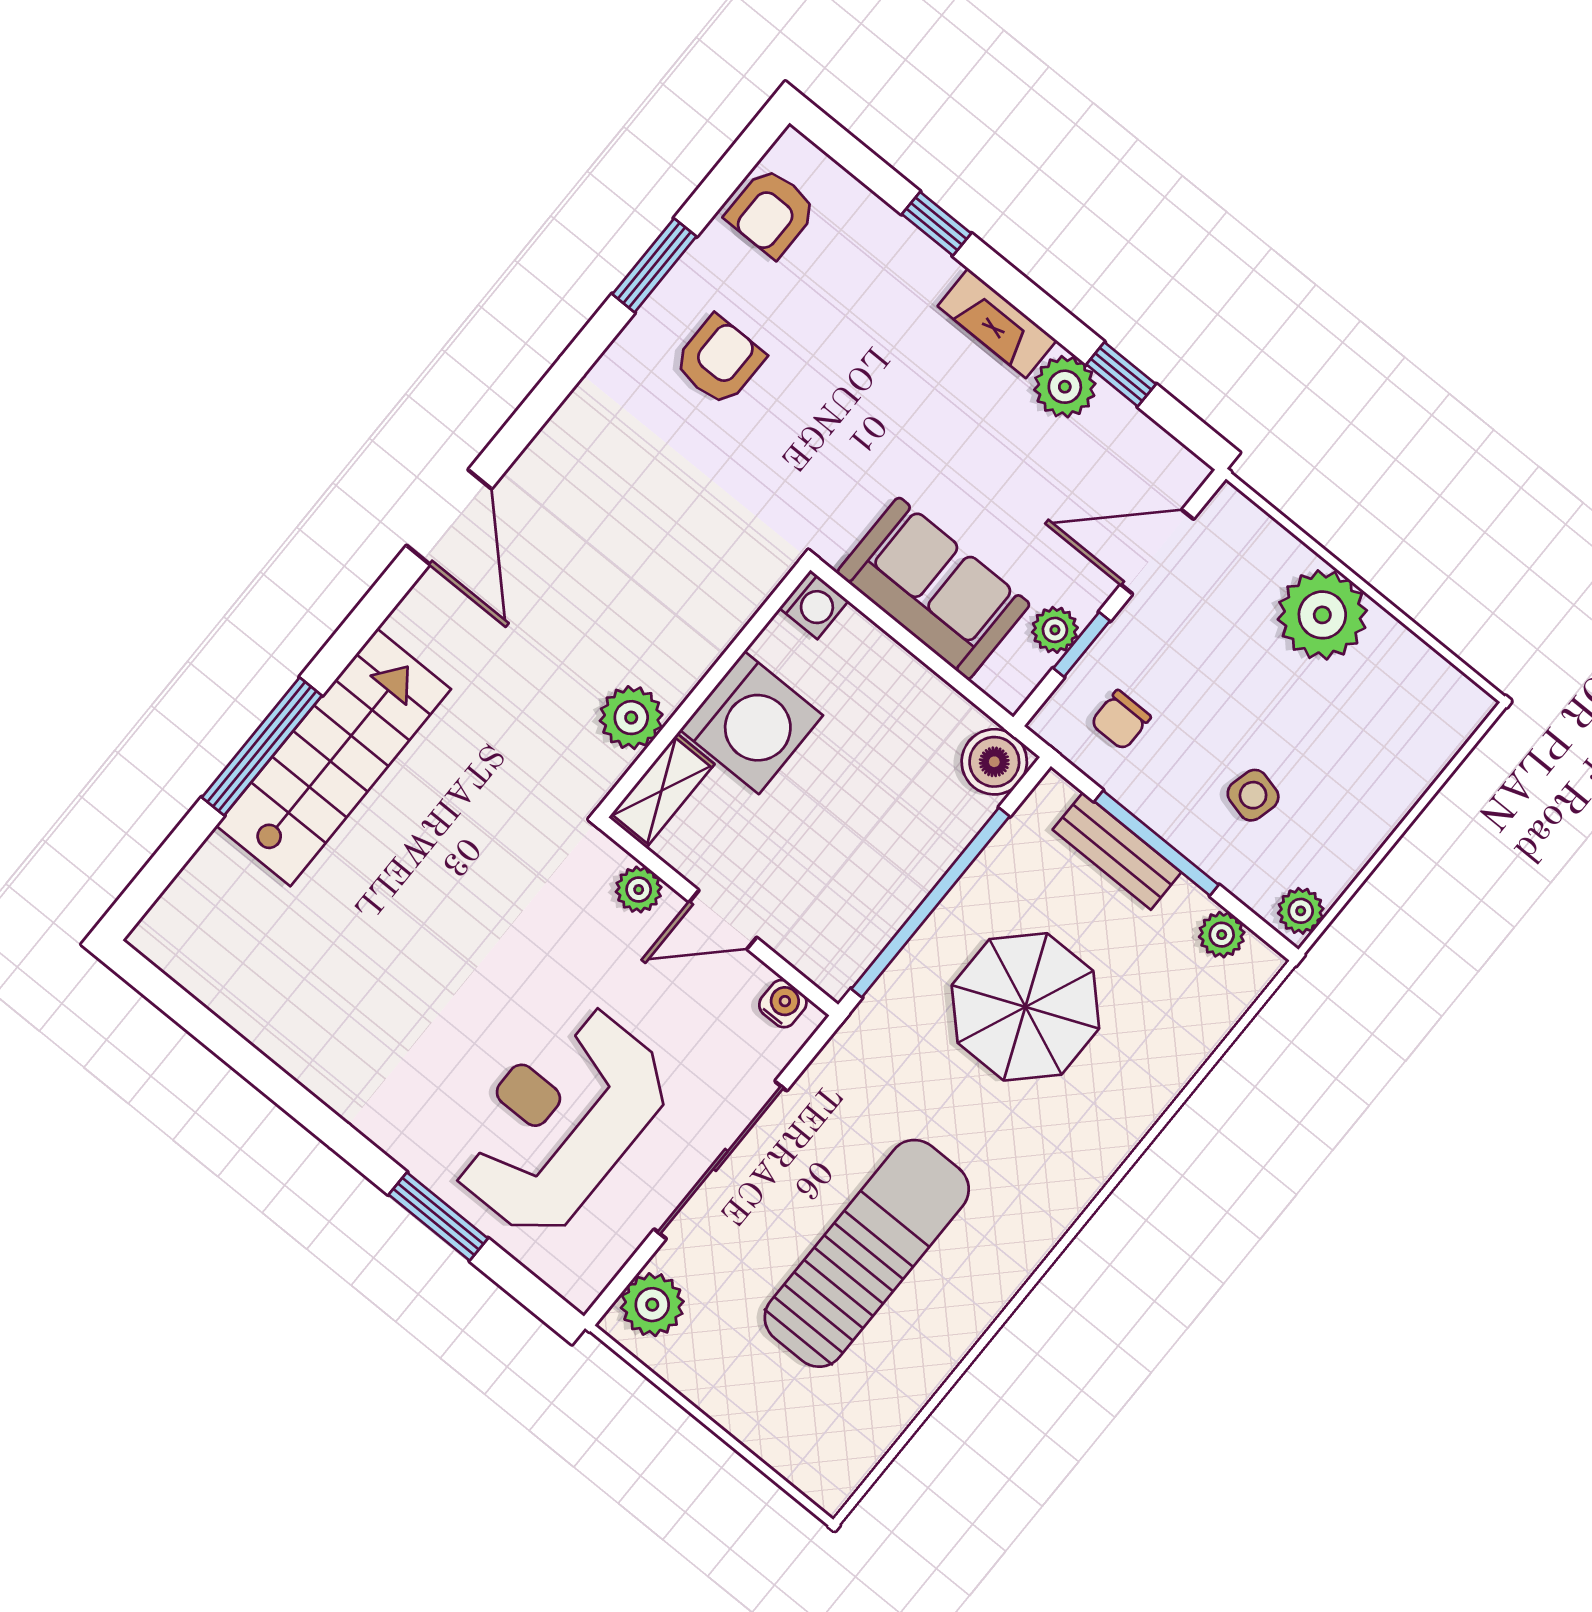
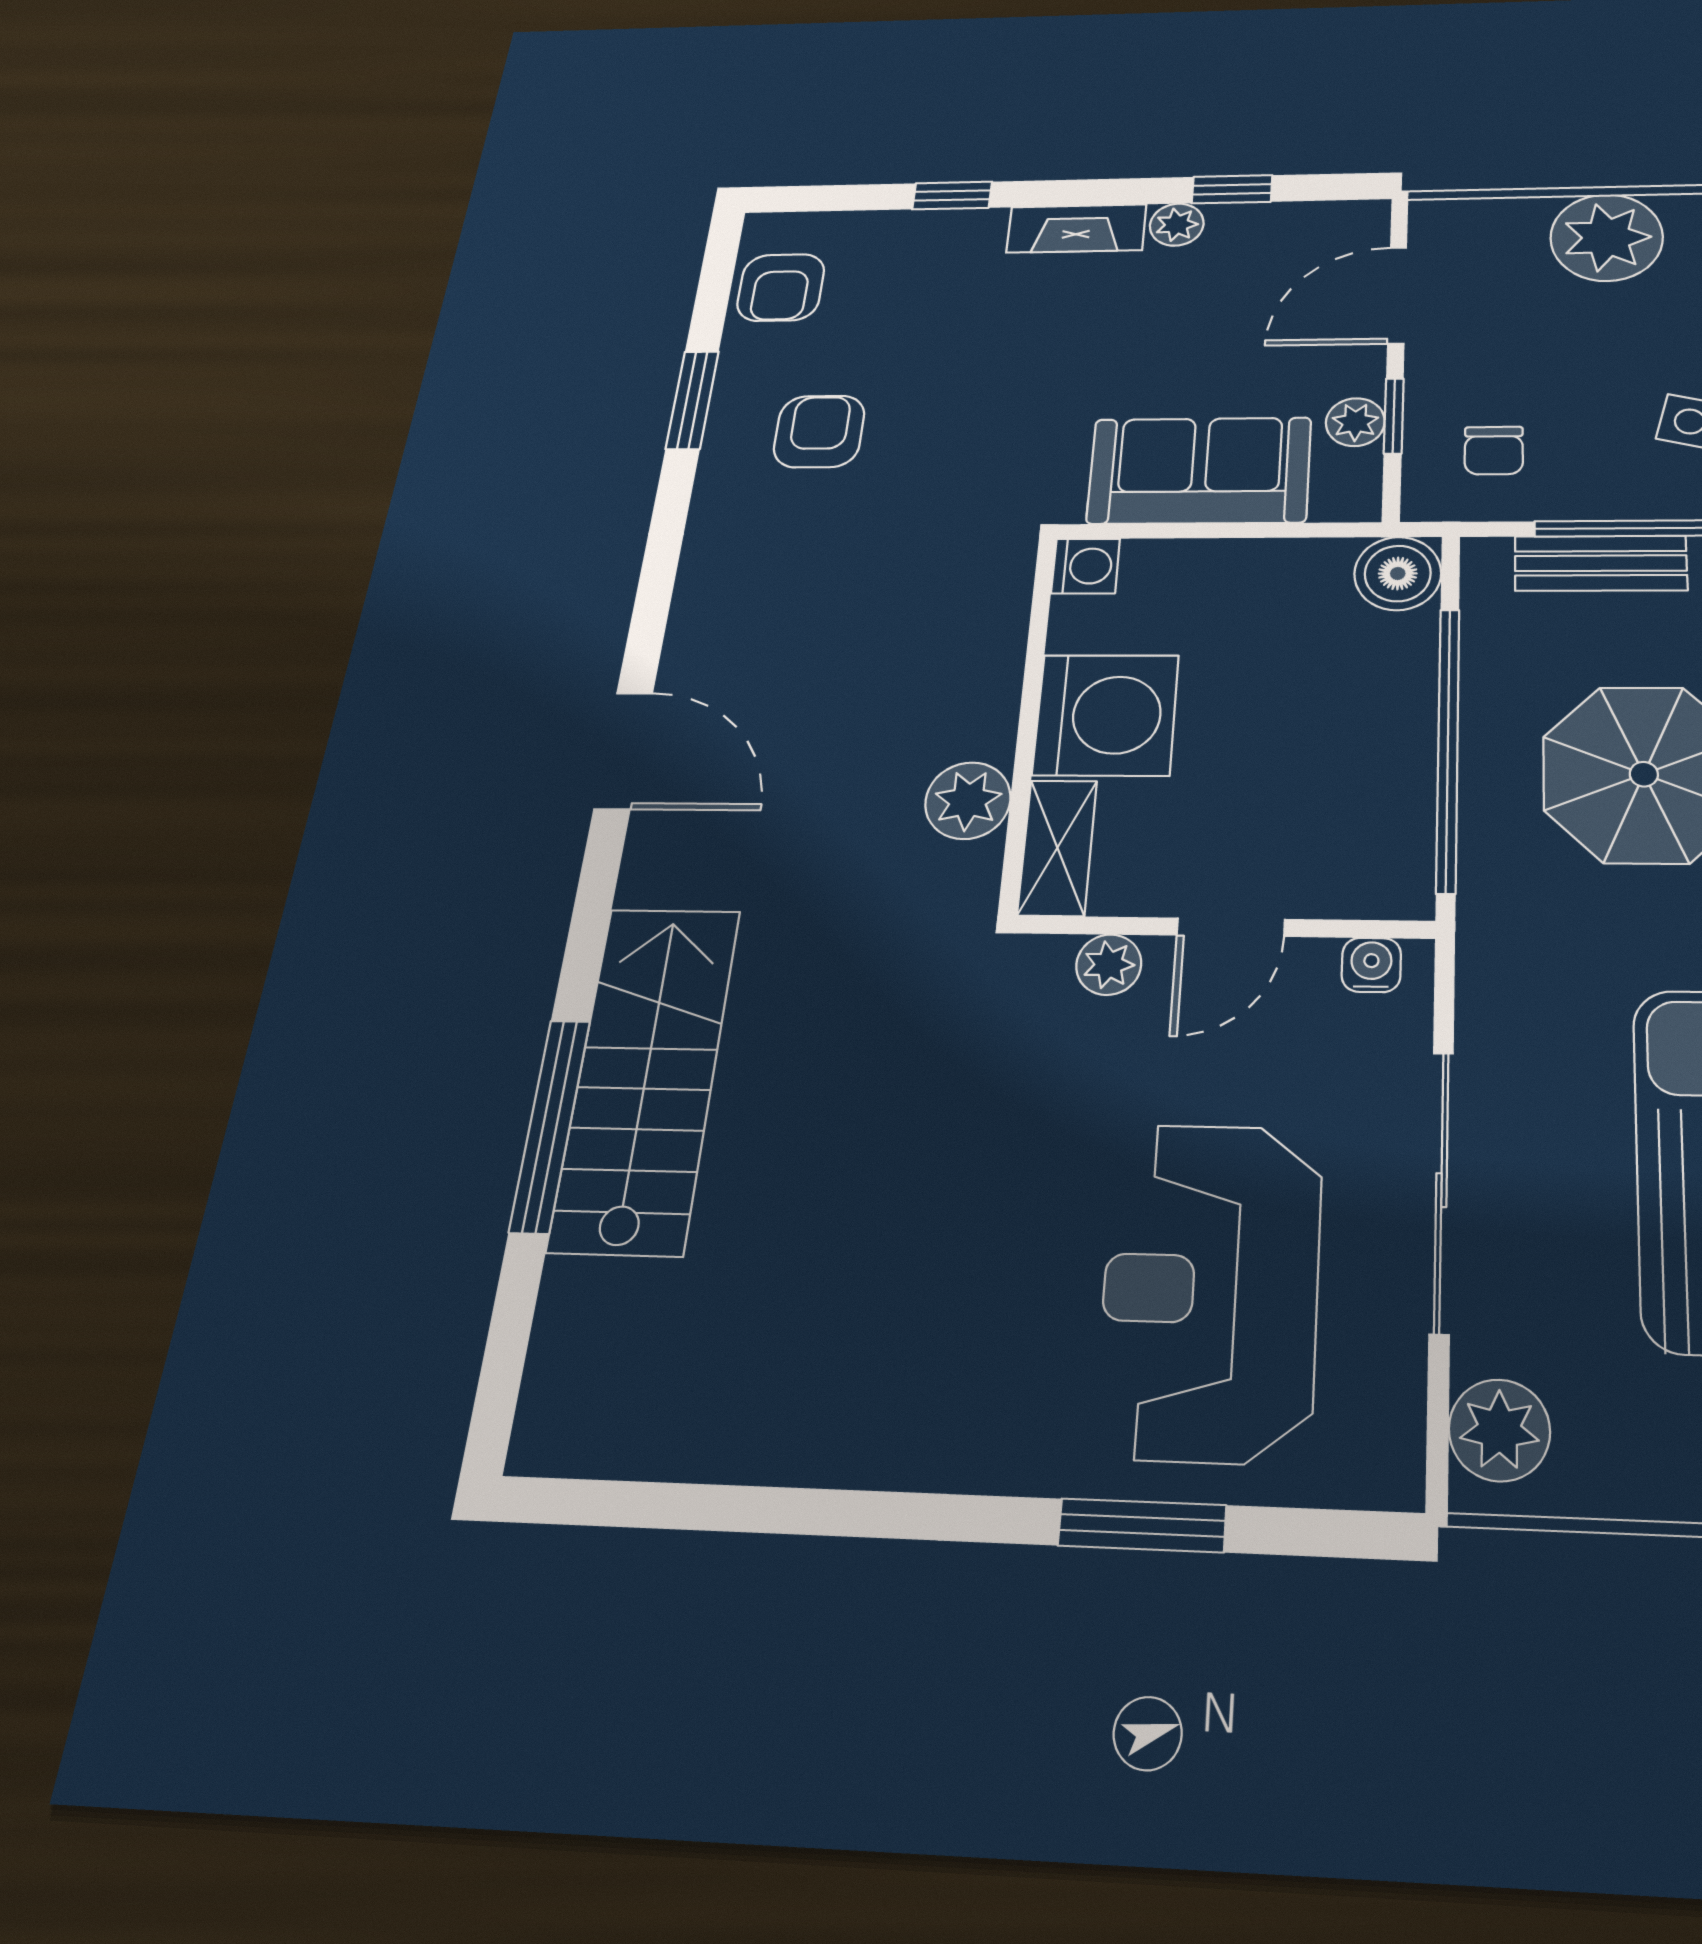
plant: (1065, 387) -> (1177, 225), width x0.73, depth x0.73

